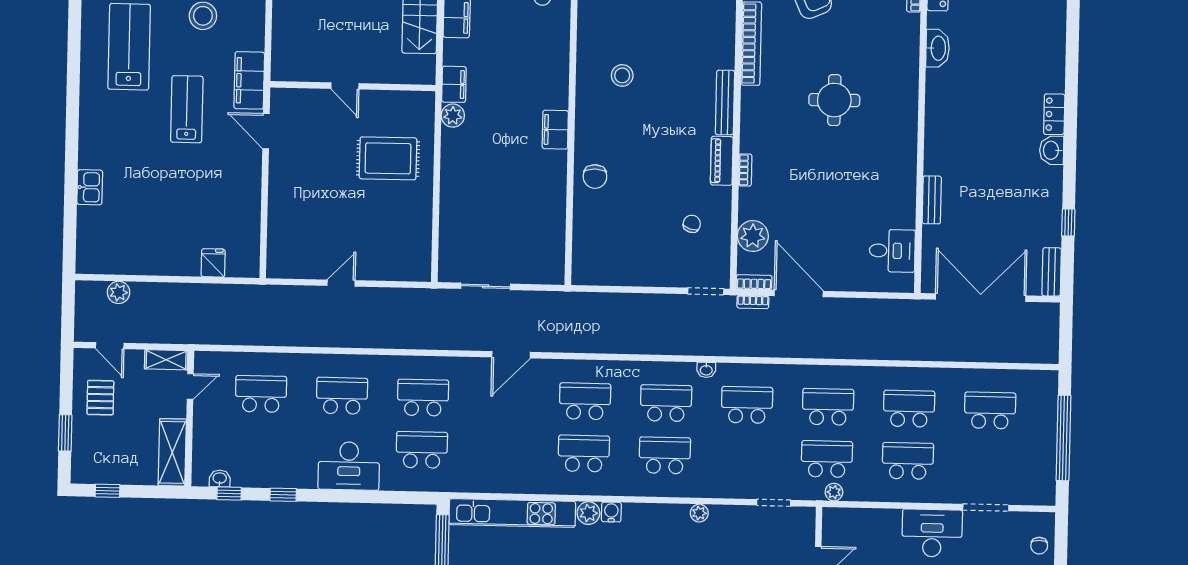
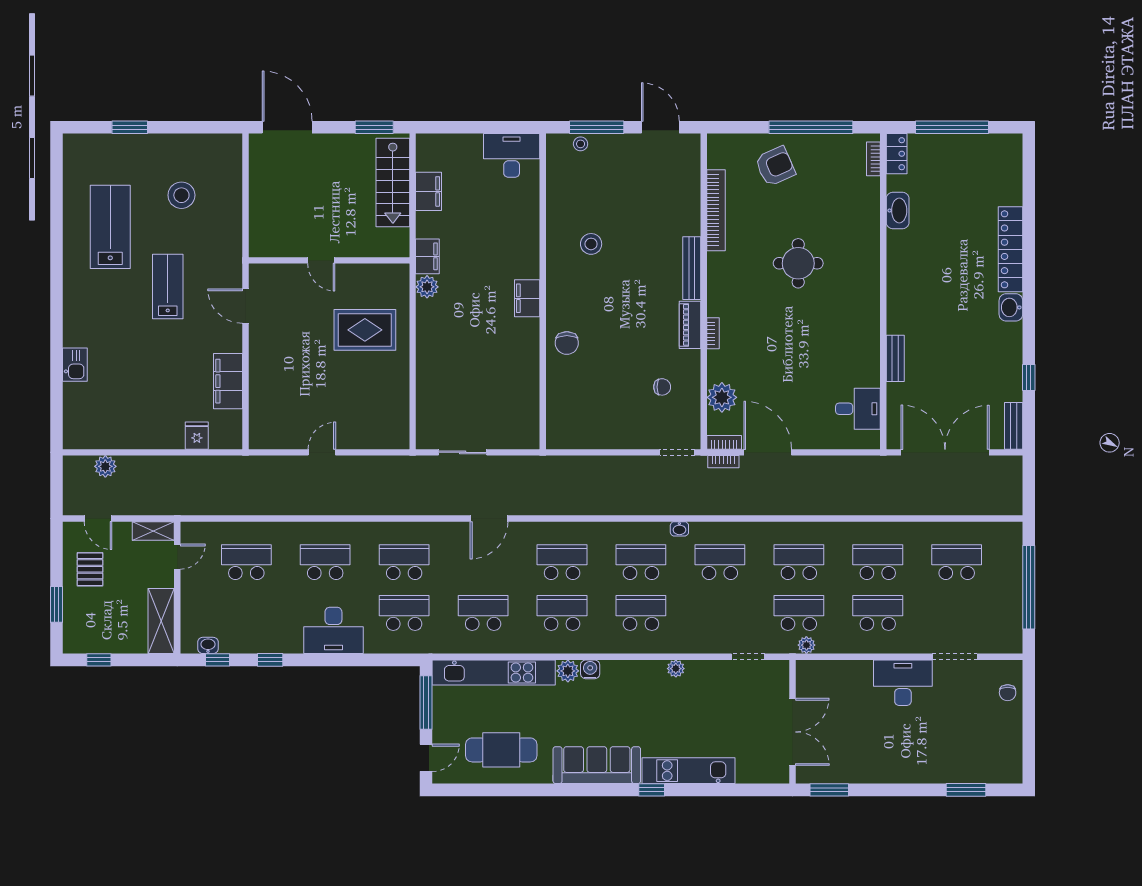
filing cabinet: (249, 80) -> (228, 381), moved
locker: (1054, 114) -> (1011, 249), width x2.16, depth x1.21
chair: (692, 224) -> (662, 387), turned 73
school desk: (503, 452) -> (483, 613), added

